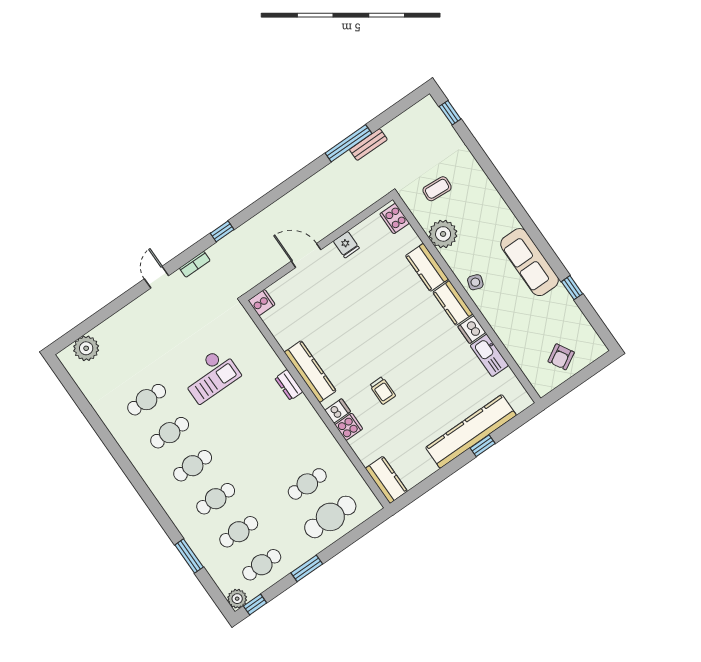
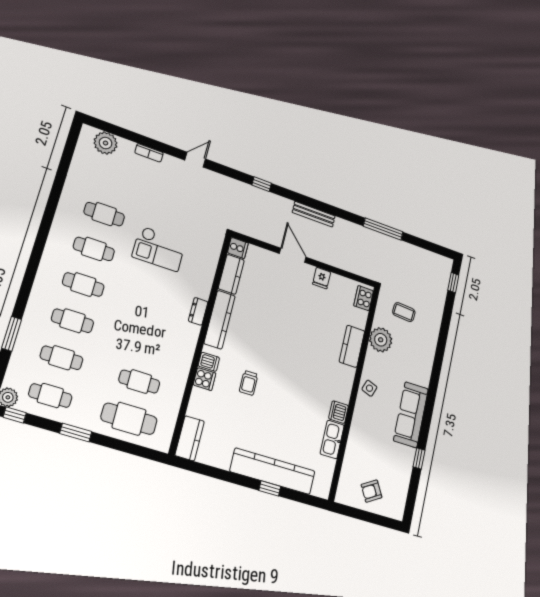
bench: (368, 145) -> (314, 214), moved, width x1.36
bookcase: (195, 264) -> (149, 153), moved
kitchen counter: (453, 303) -> (231, 274), moved, turned 180

